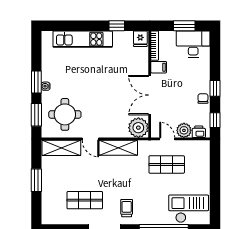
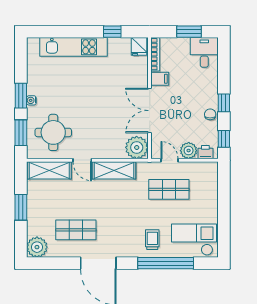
desk: (193, 44) -> (204, 52), width x0.73
trolley: (127, 208) -> (152, 240), moved
plant: (51, 215) -> (37, 247), added

